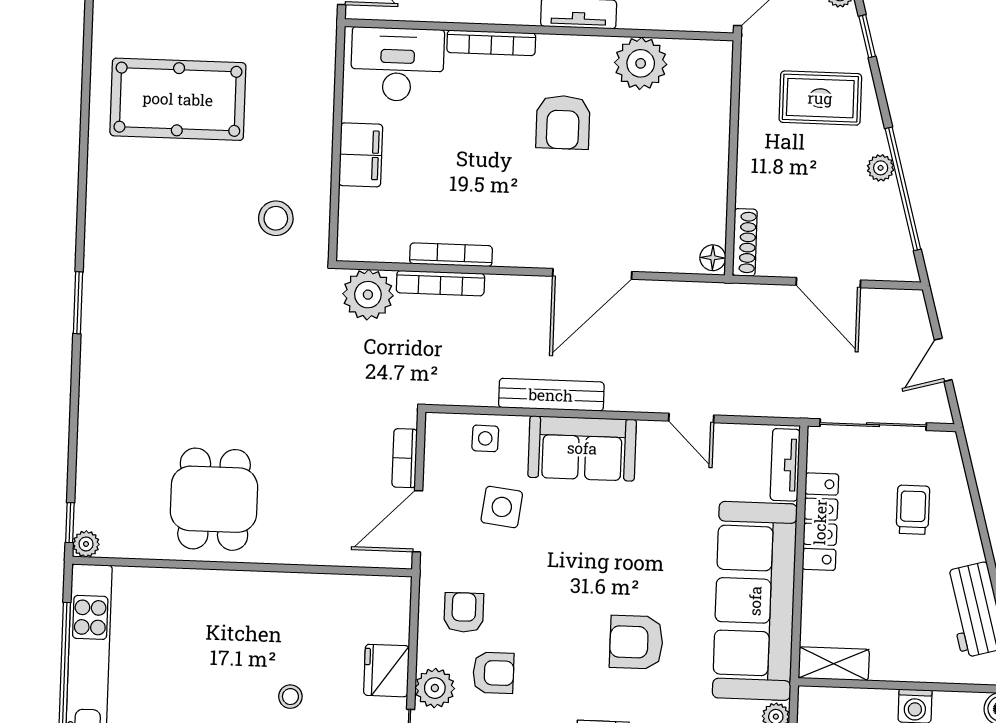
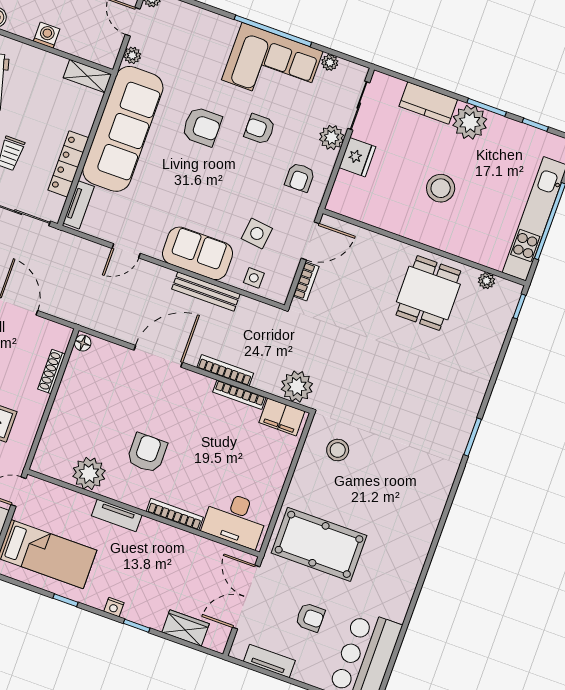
pool table: (178, 99) -> (319, 544), moved
filing cabinet: (361, 155) -> (282, 417), moved, turned -90
shoe rack: (745, 242) -> (52, 371), moved
bookcase: (440, 283) -> (225, 370), moved
door: (691, 418) -> (126, 251), swing flipped
plant: (86, 544) -> (486, 281), moved
armchair: (493, 673) -> (260, 129), moved
stool: (290, 697) -> (441, 188), moved, width x1.89, depth x1.89

